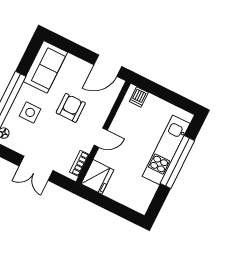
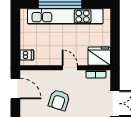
armchair: (71, 108) -> (59, 100), turned -72
kitchen unit: (166, 150) -> (65, 16), width x1.36

